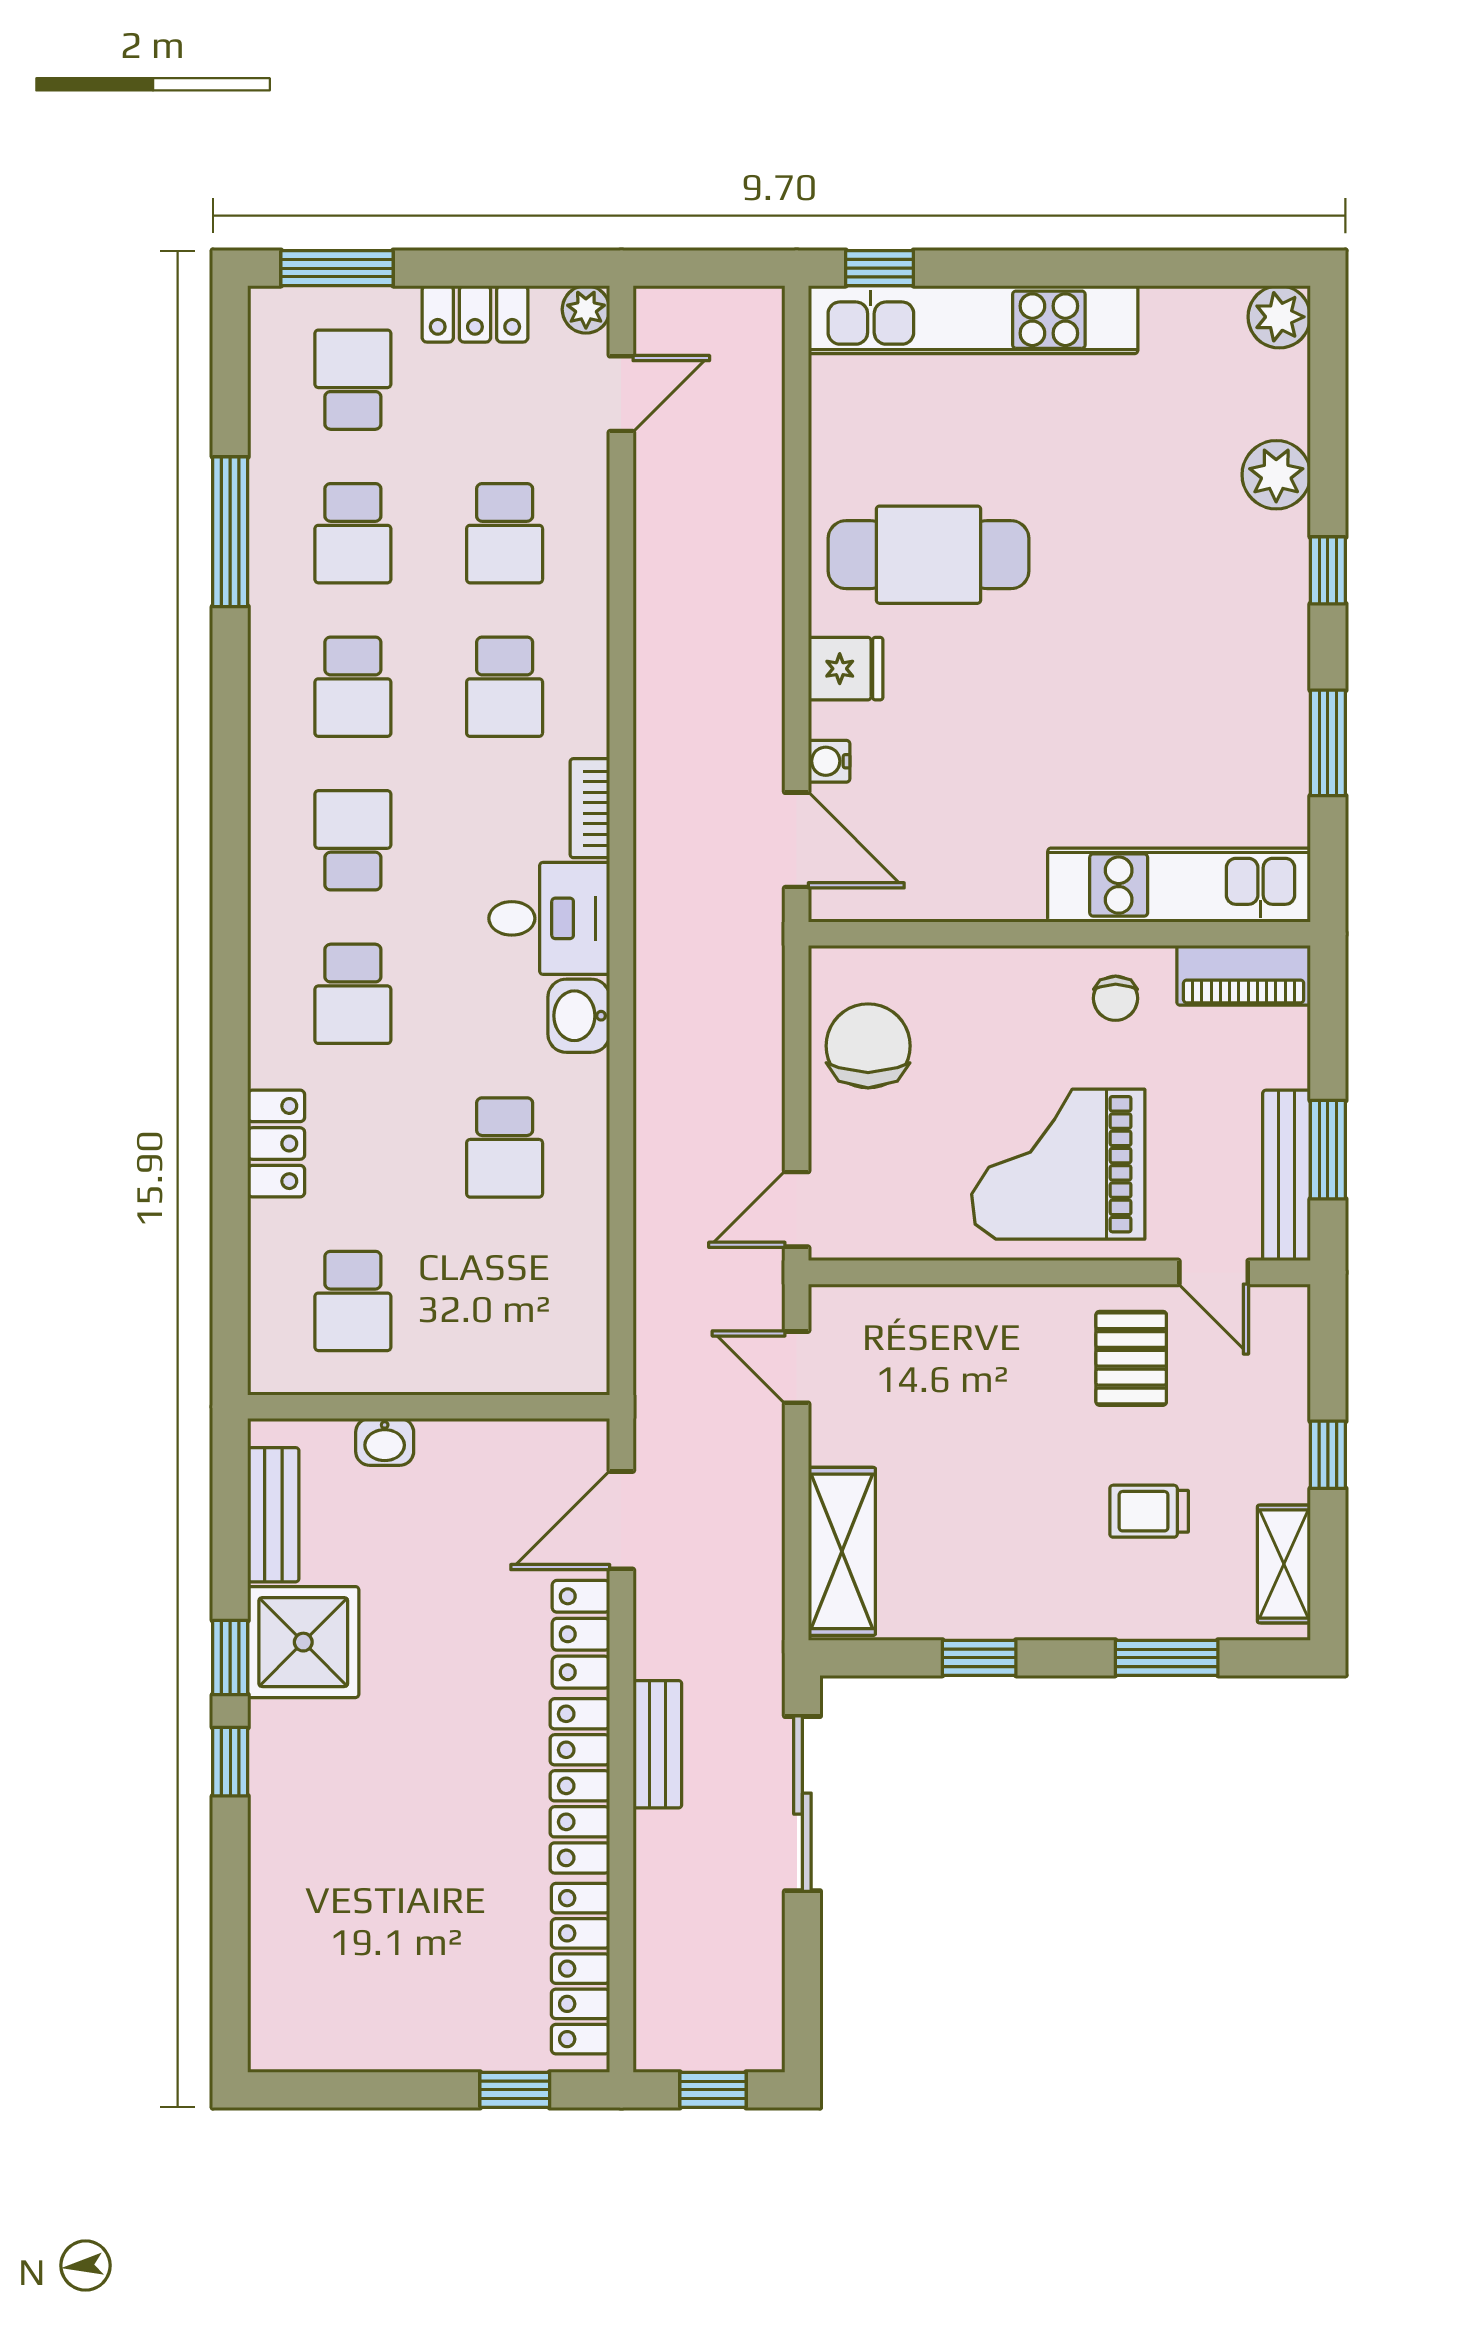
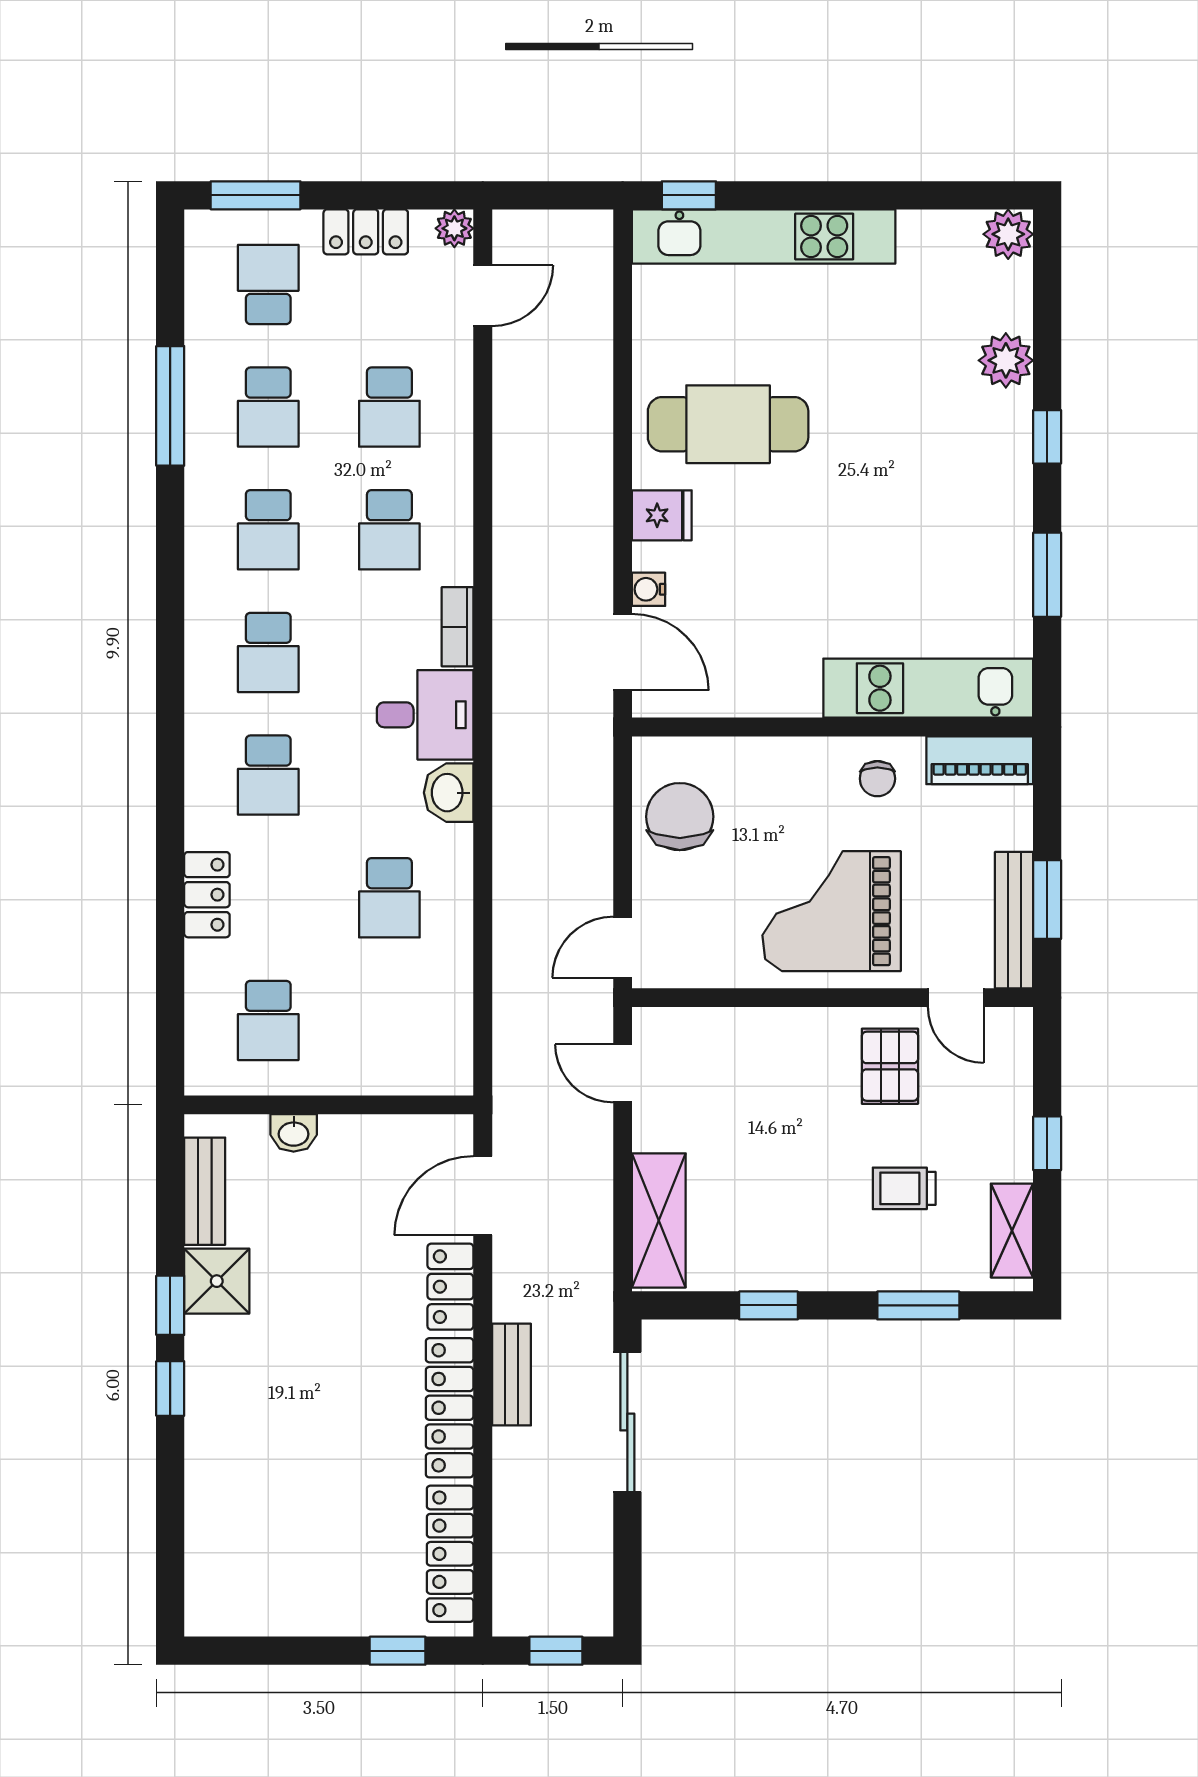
school desk: (353, 840) -> (268, 652), turned 180
shower: (303, 1642) -> (217, 1281), width x0.73, depth x0.73

